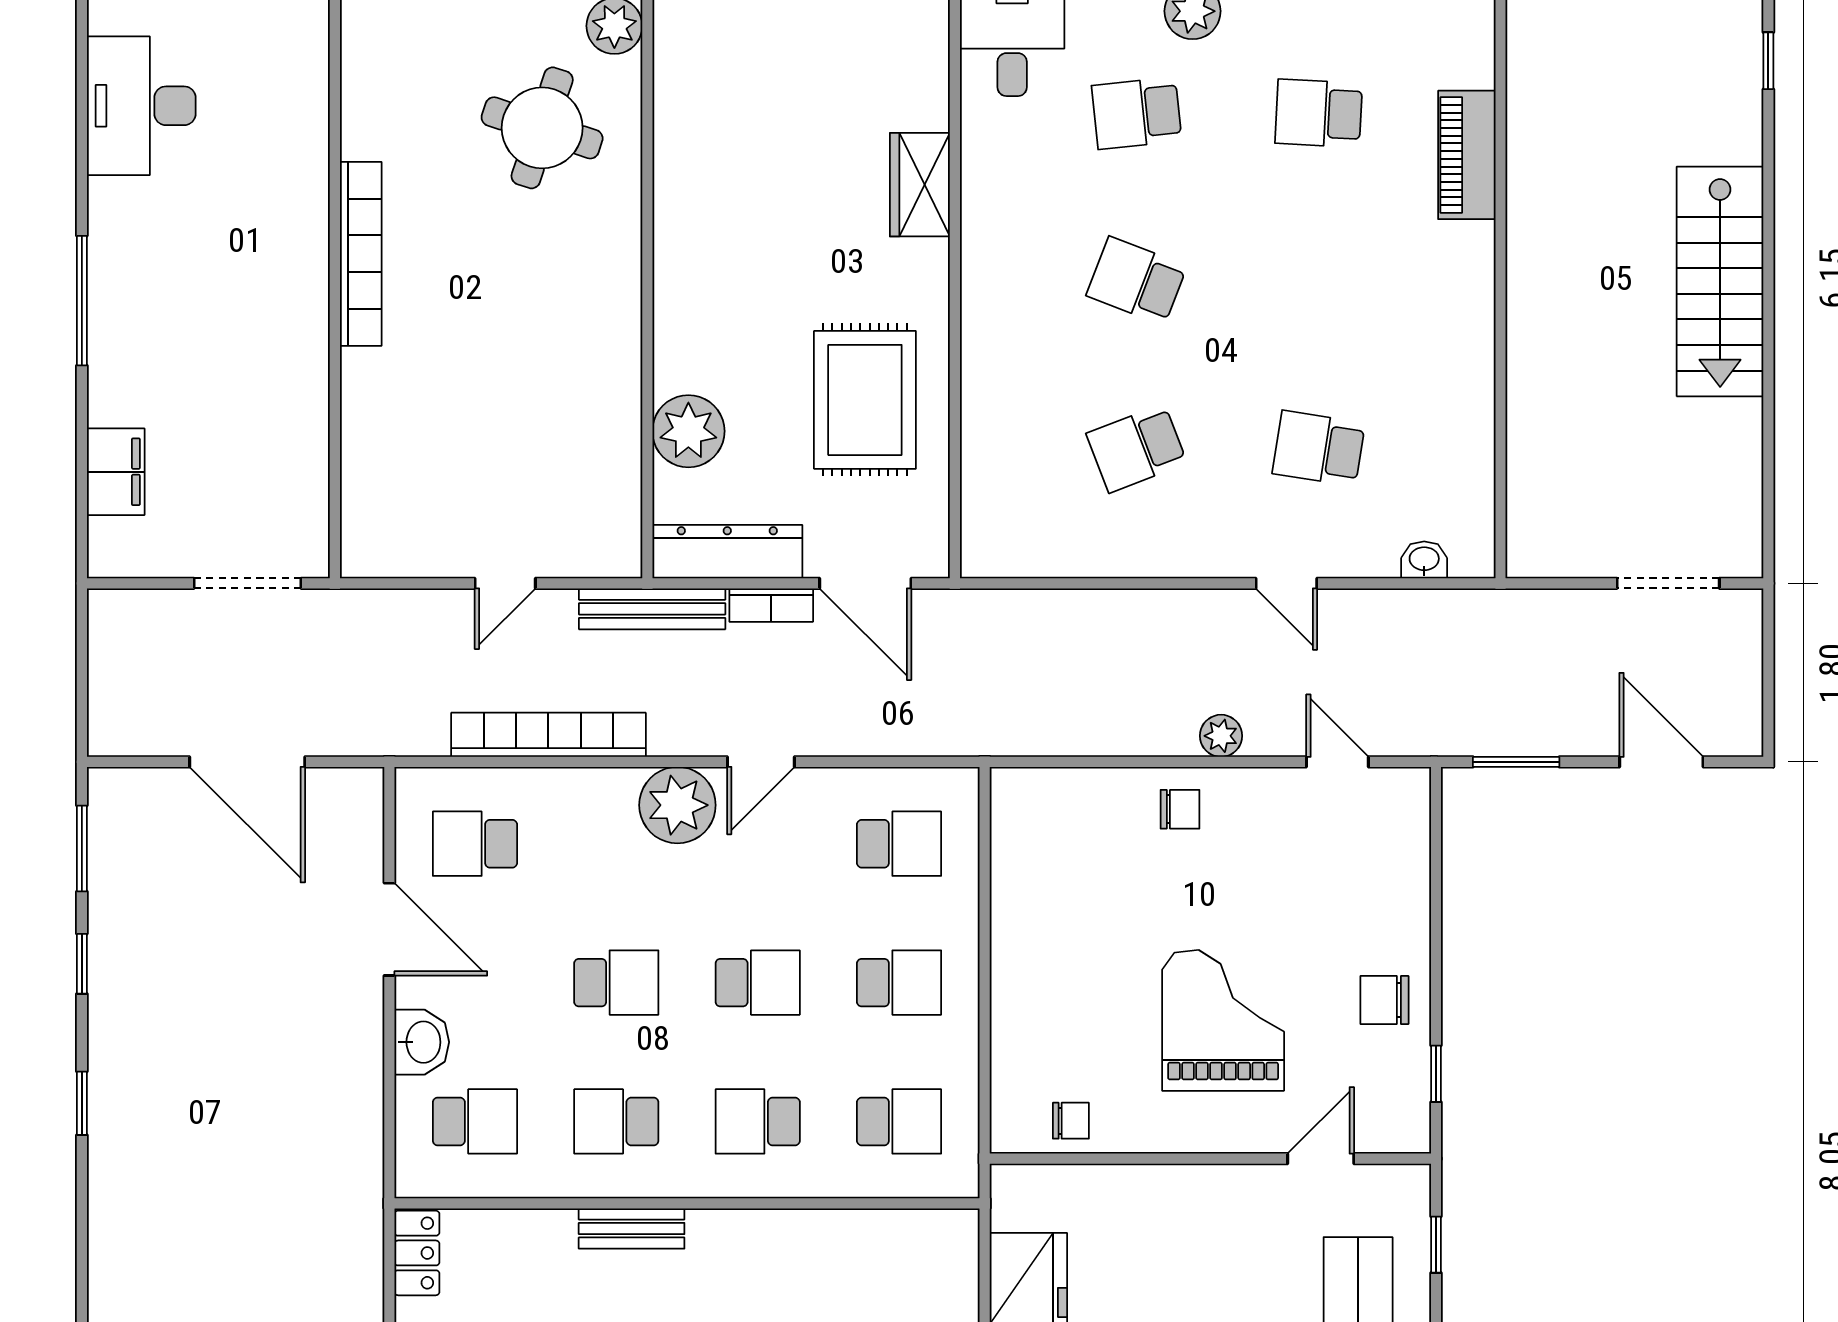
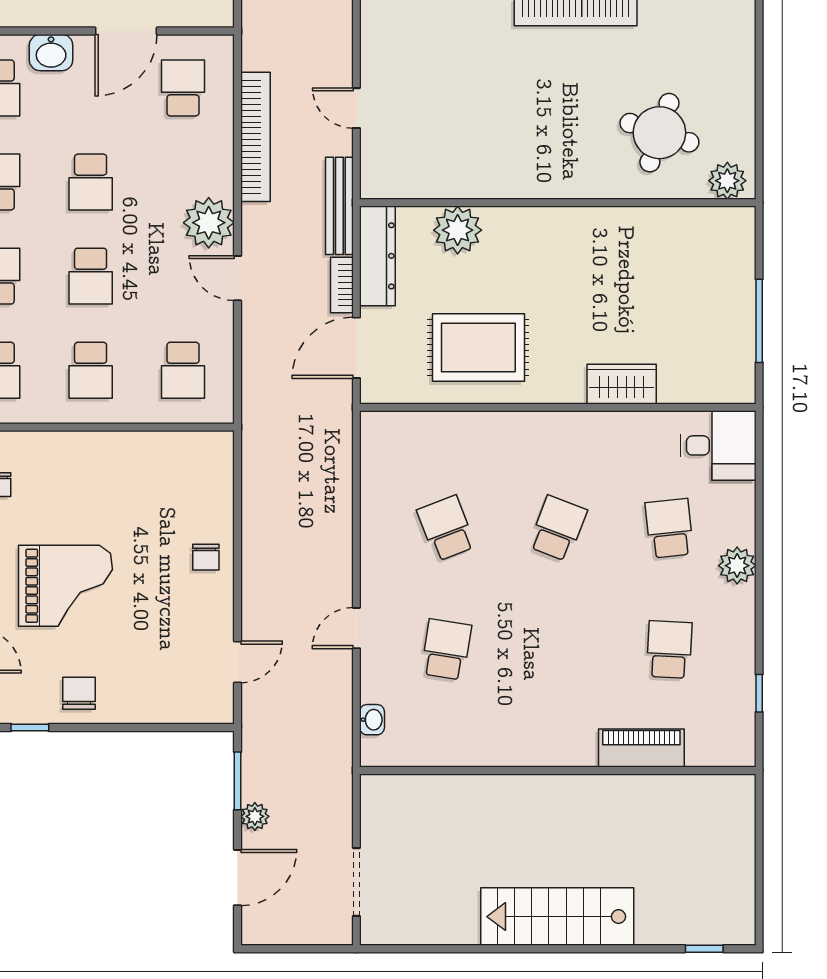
plant: (1221, 736) -> (255, 816), moved

